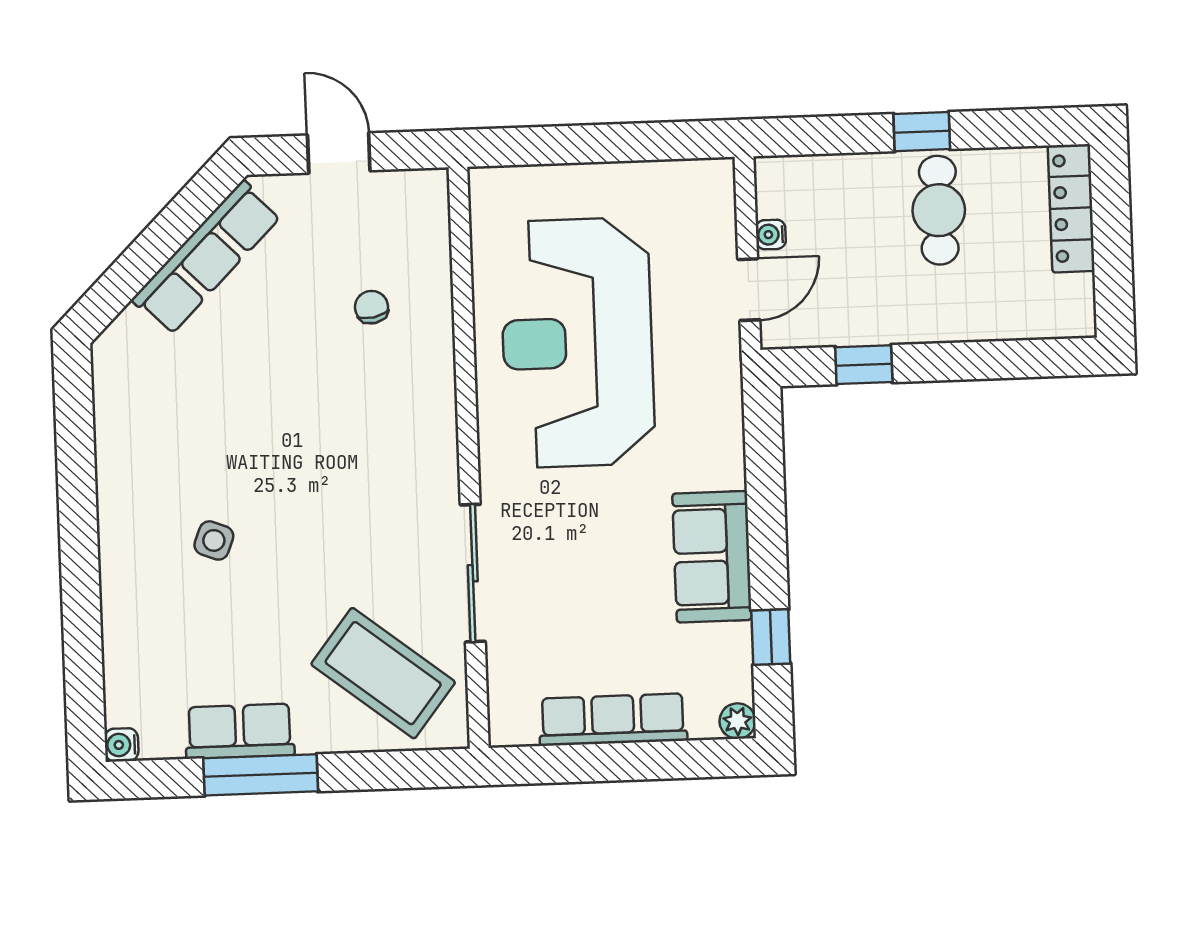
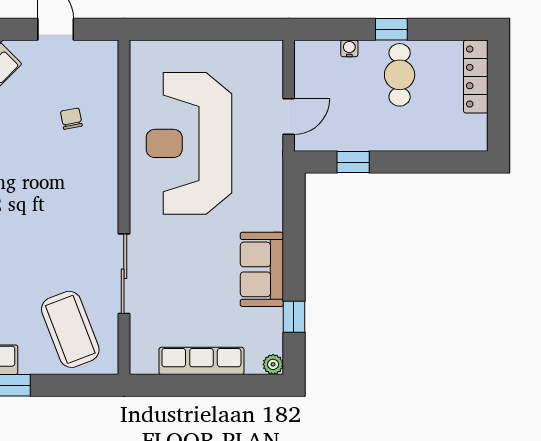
water cooler: (771, 235) -> (349, 48), moved, turned 90
coffee table: (383, 673) -> (70, 329), turned 31

